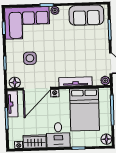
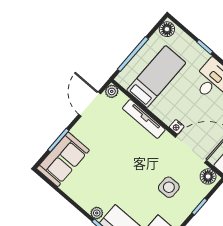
sofa: (86, 15) -> (63, 159), moved, turned 90
bed: (85, 110) -> (156, 77), width x0.67

